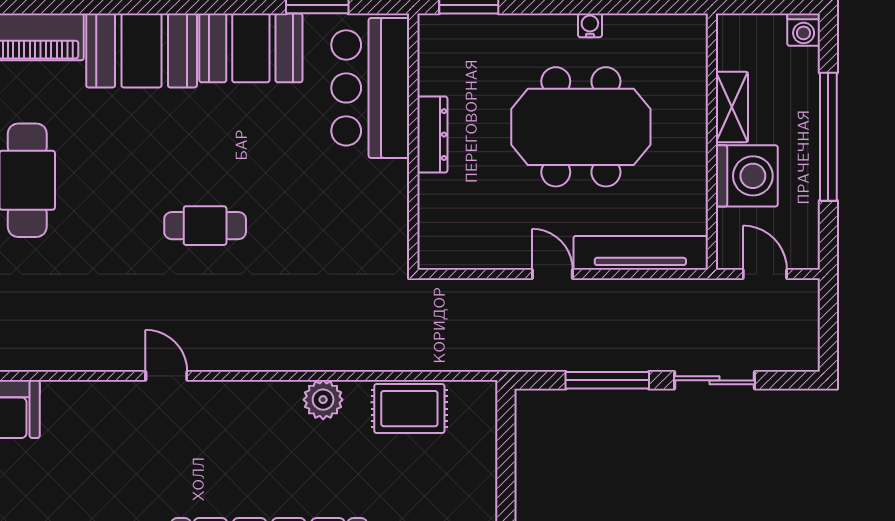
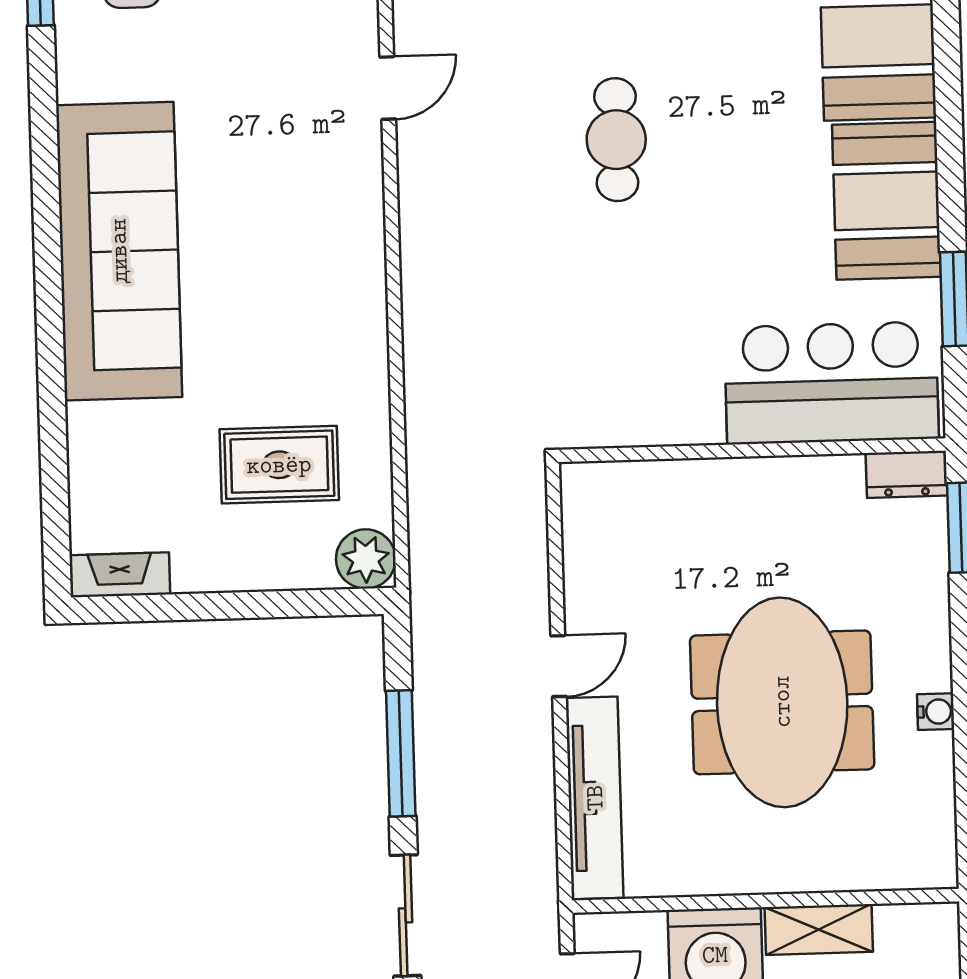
dresser: (432, 135) -> (906, 474), moved, width x0.70
plant: (323, 400) -> (366, 559), moved
rug: (409, 409) -> (279, 465), moved, turned 90

